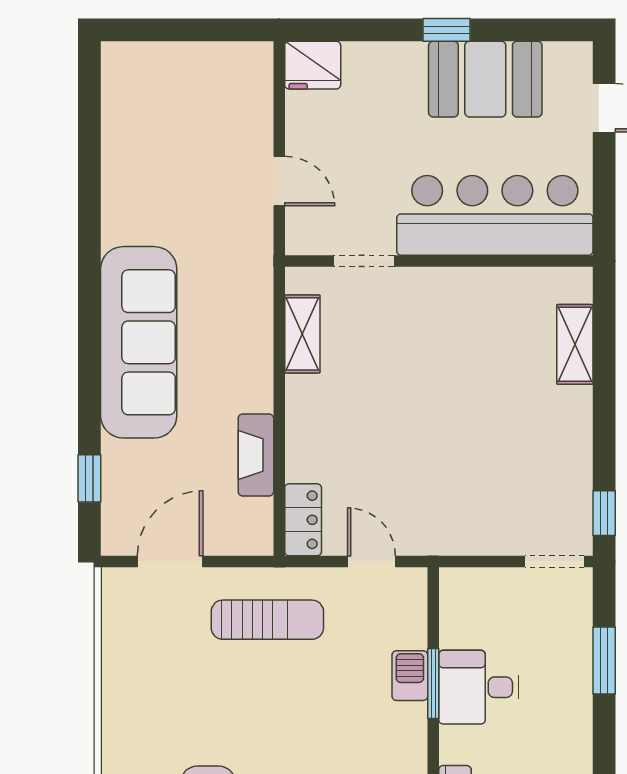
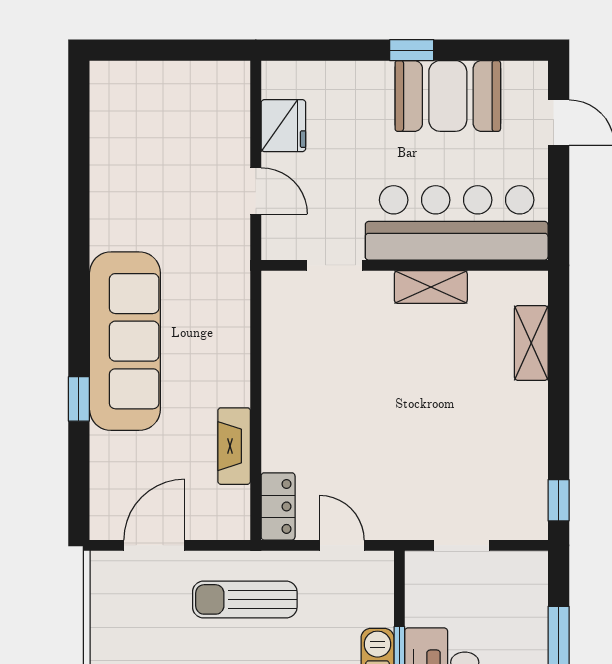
fridge: (313, 65) -> (283, 126), moved, turned -90
shelving: (302, 334) -> (431, 287), moved, turned 90
window: (89, 478) -> (79, 399), moved
doorway: (555, 562) -> (461, 545), moved
sun lounger: (267, 620) -> (245, 599), turned 180

